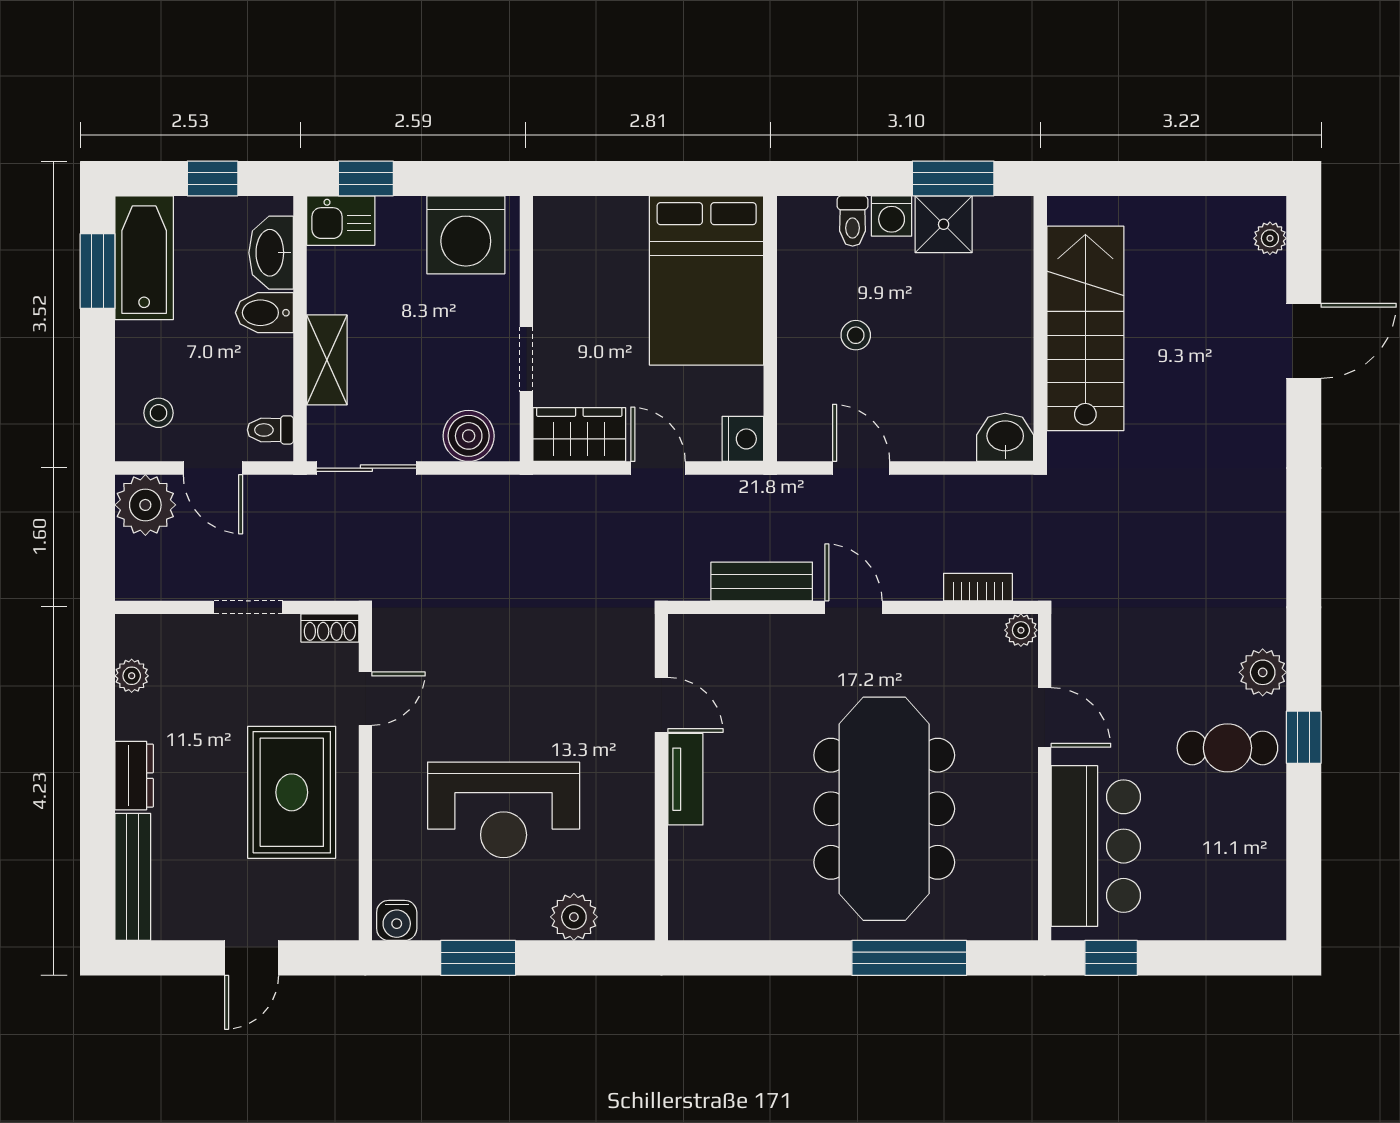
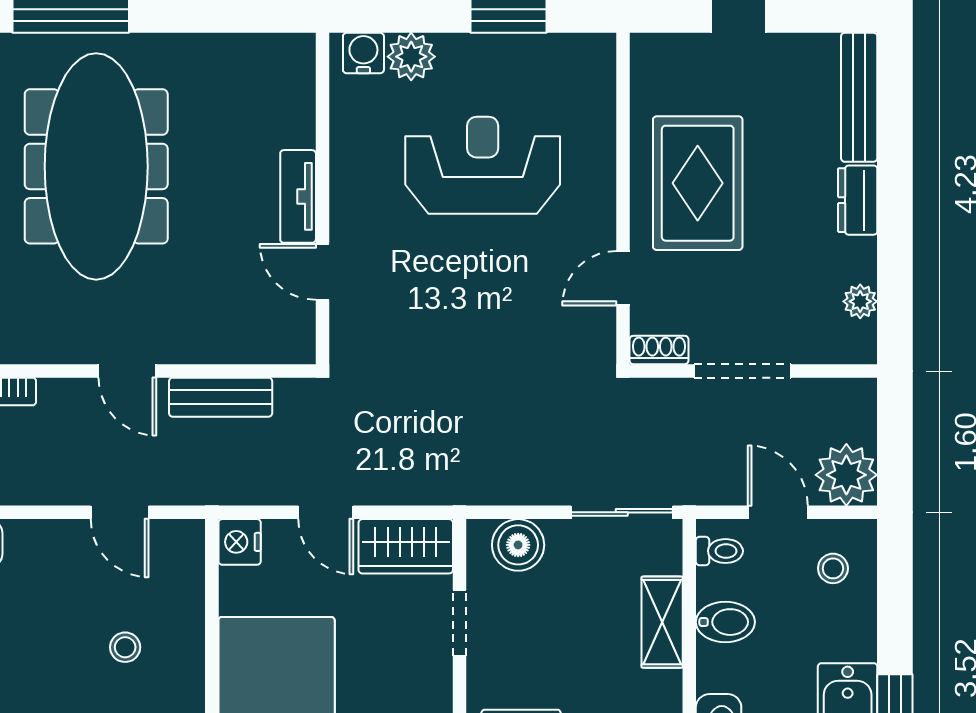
bidet: (264, 313) -> (725, 622), moved
doorway: (248, 607) -> (742, 371), width x1.38
water cooler: (397, 920) -> (363, 53), moved

